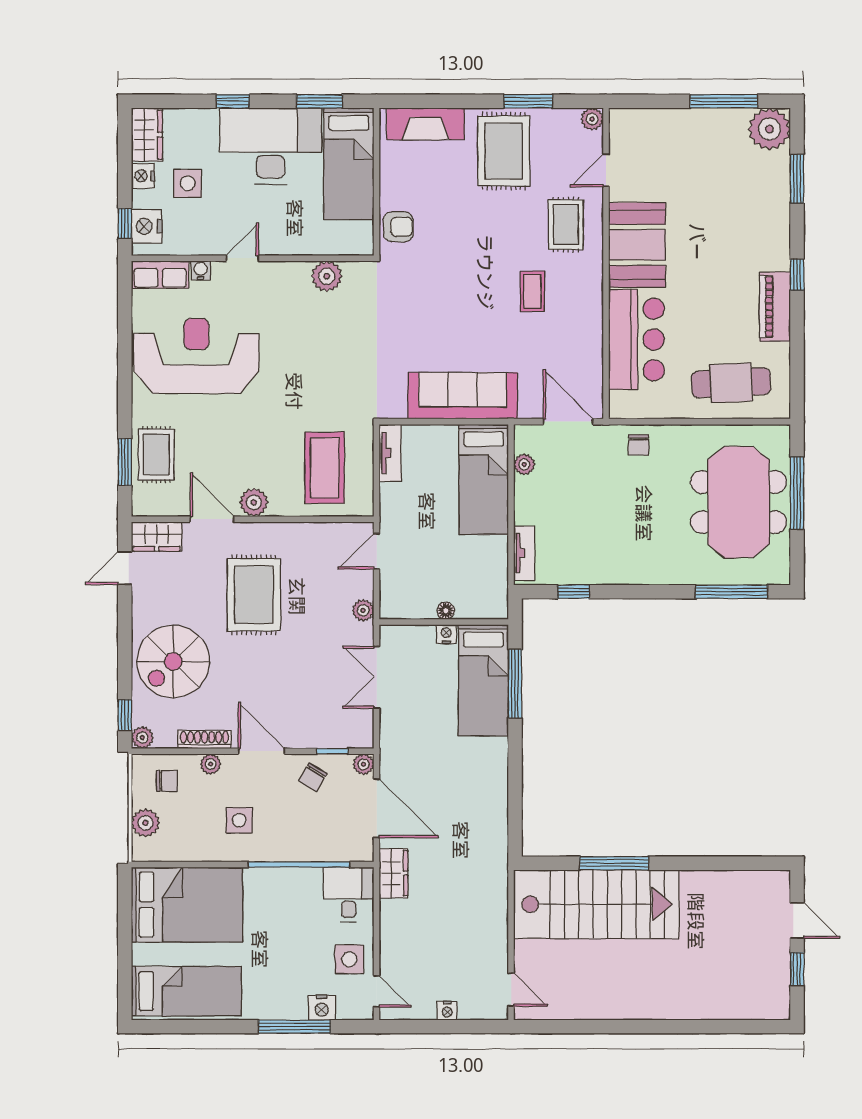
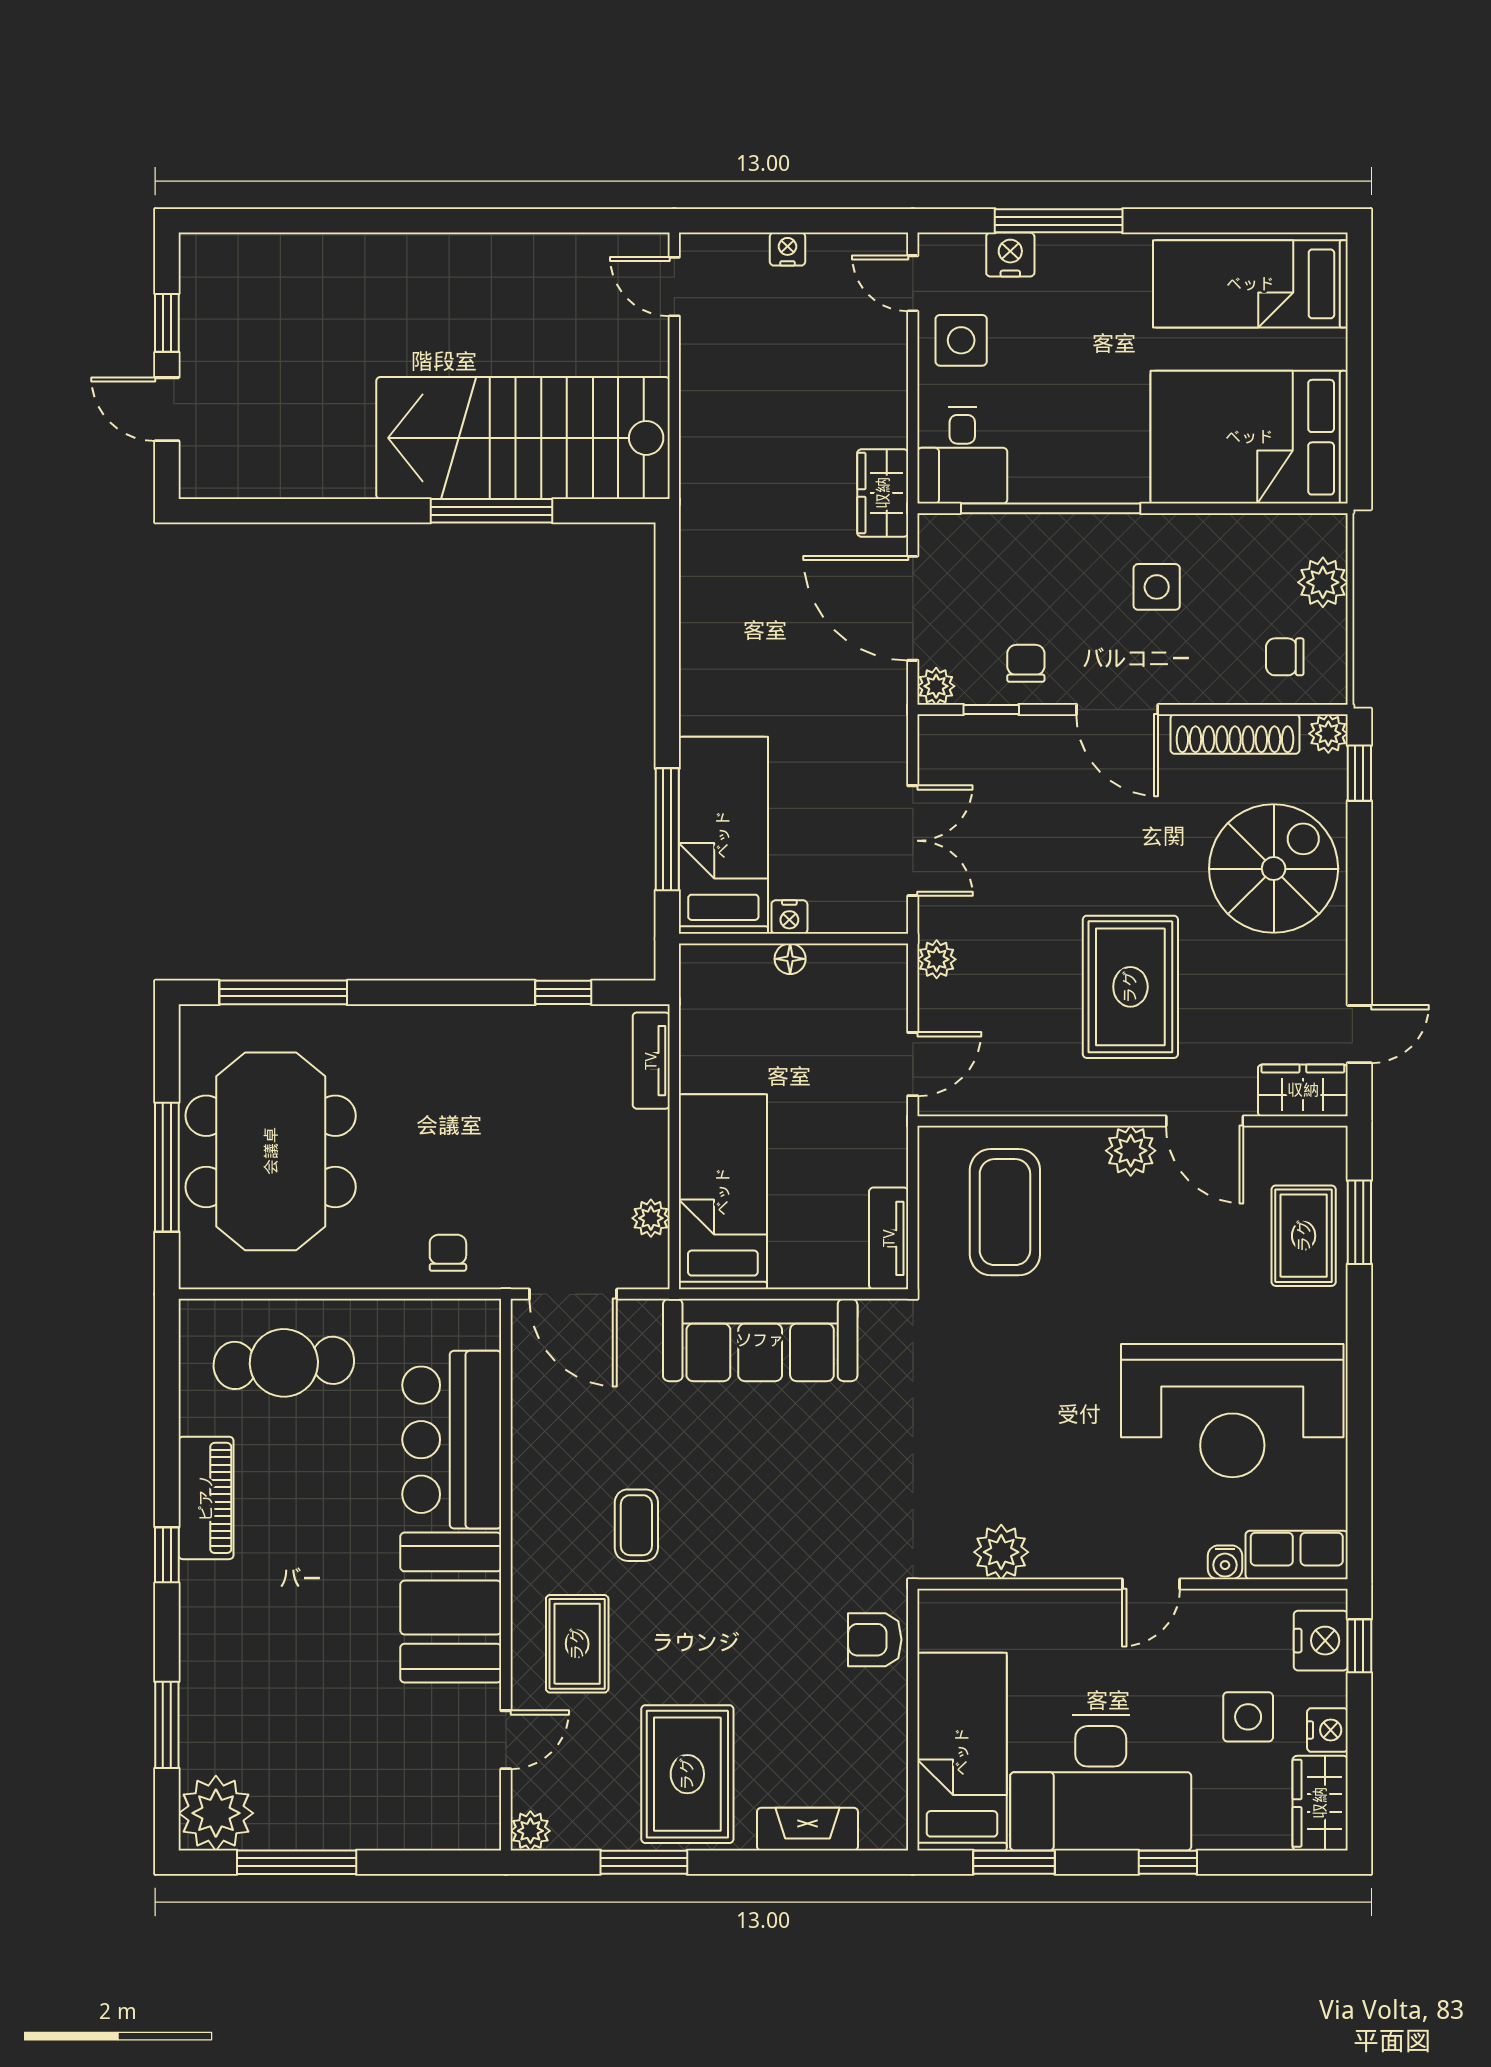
fireplace: (425, 124) -> (808, 1829), width x0.73, depth x0.76
shoe rack: (205, 739) -> (1235, 734), width x1.36, depth x1.24
plant: (211, 764) -> (1207, 687), removed
chair: (313, 777) -> (1026, 663), turned -32

